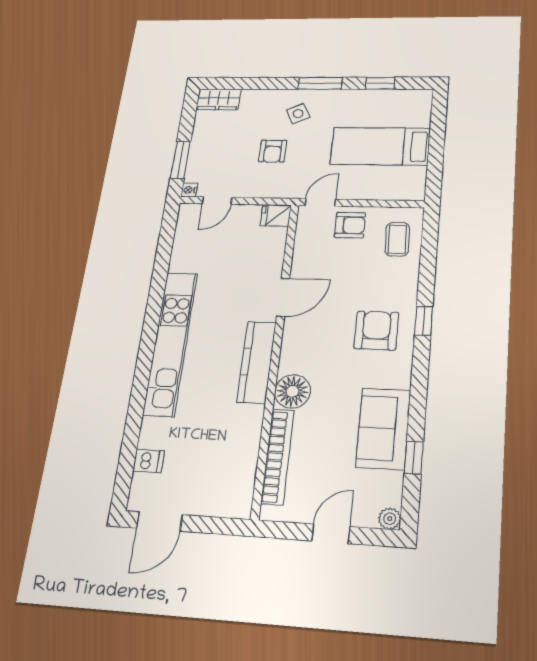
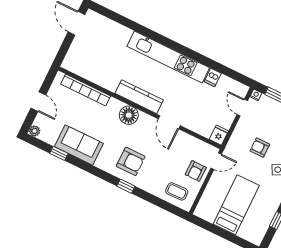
door: (320, 202) -> (216, 161), hinge flipped
floor lamp: (292, 391) -> (129, 115), moved
dishwasher: (149, 461) -> (213, 77), moved

